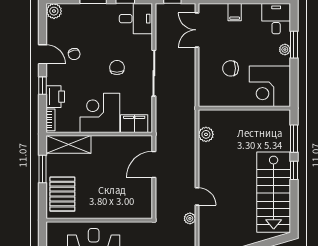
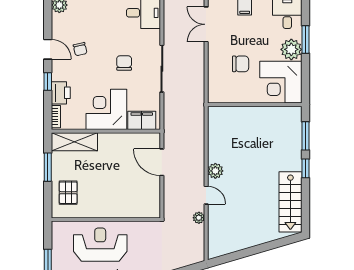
plant: (285, 50) -> (291, 49), width x1.87, depth x1.87
chair: (231, 68) -> (241, 64), turned 180
plant: (206, 134) -> (215, 171), moved
door: (154, 164) -> (162, 162), hinge flipped
stairs: (274, 192) -> (290, 202), width x0.73, depth x0.66
pallet: (62, 194) -> (68, 193), width x0.67, depth x0.71

